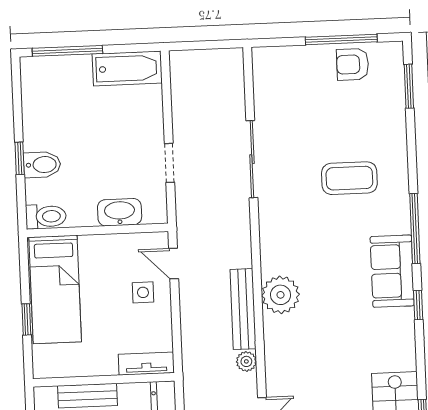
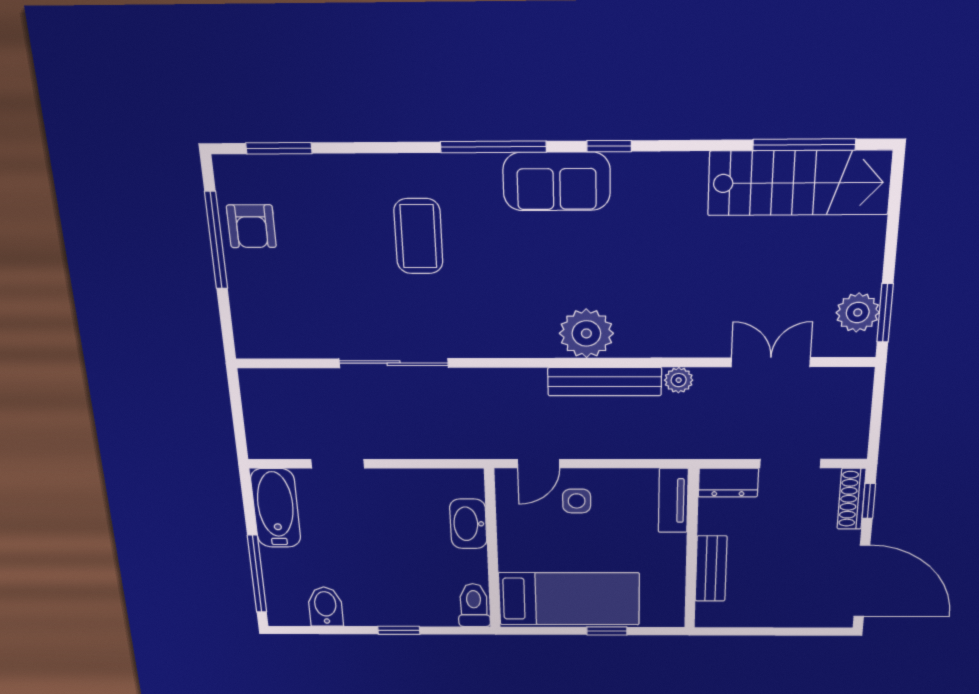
doorway: (169, 163) -> (338, 464), moved
bidet: (42, 165) -> (326, 607), moved

